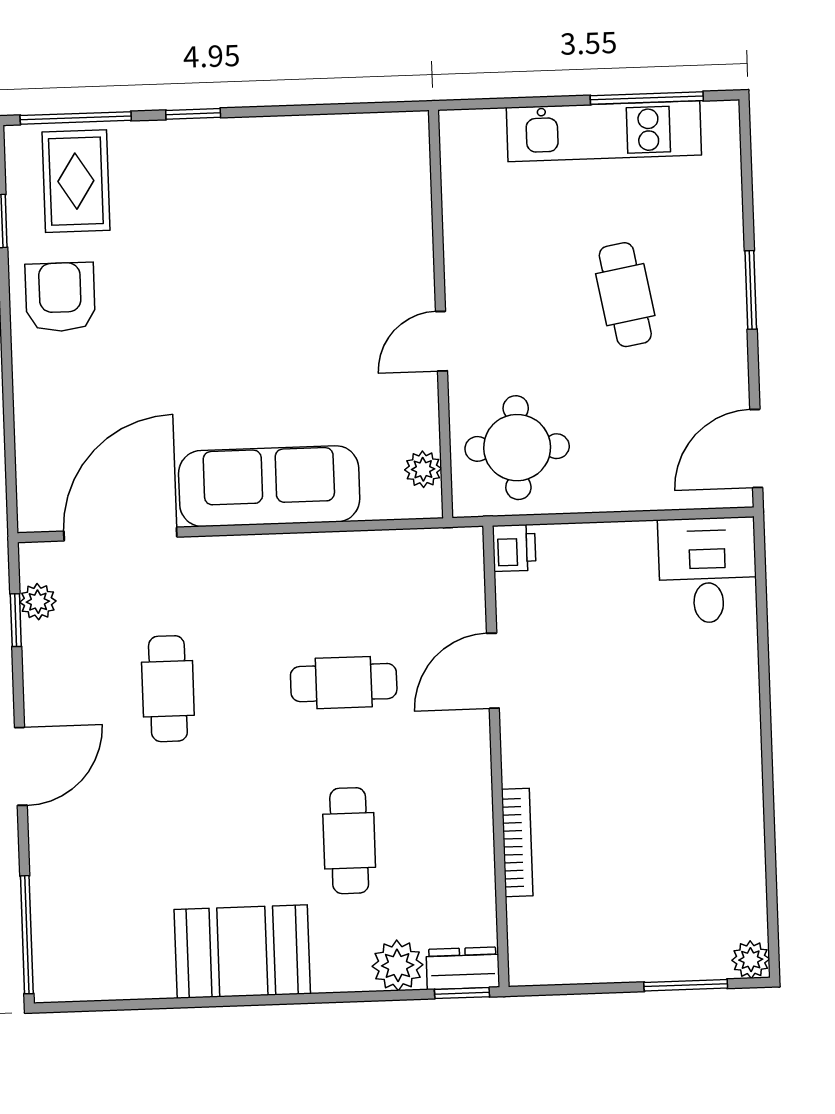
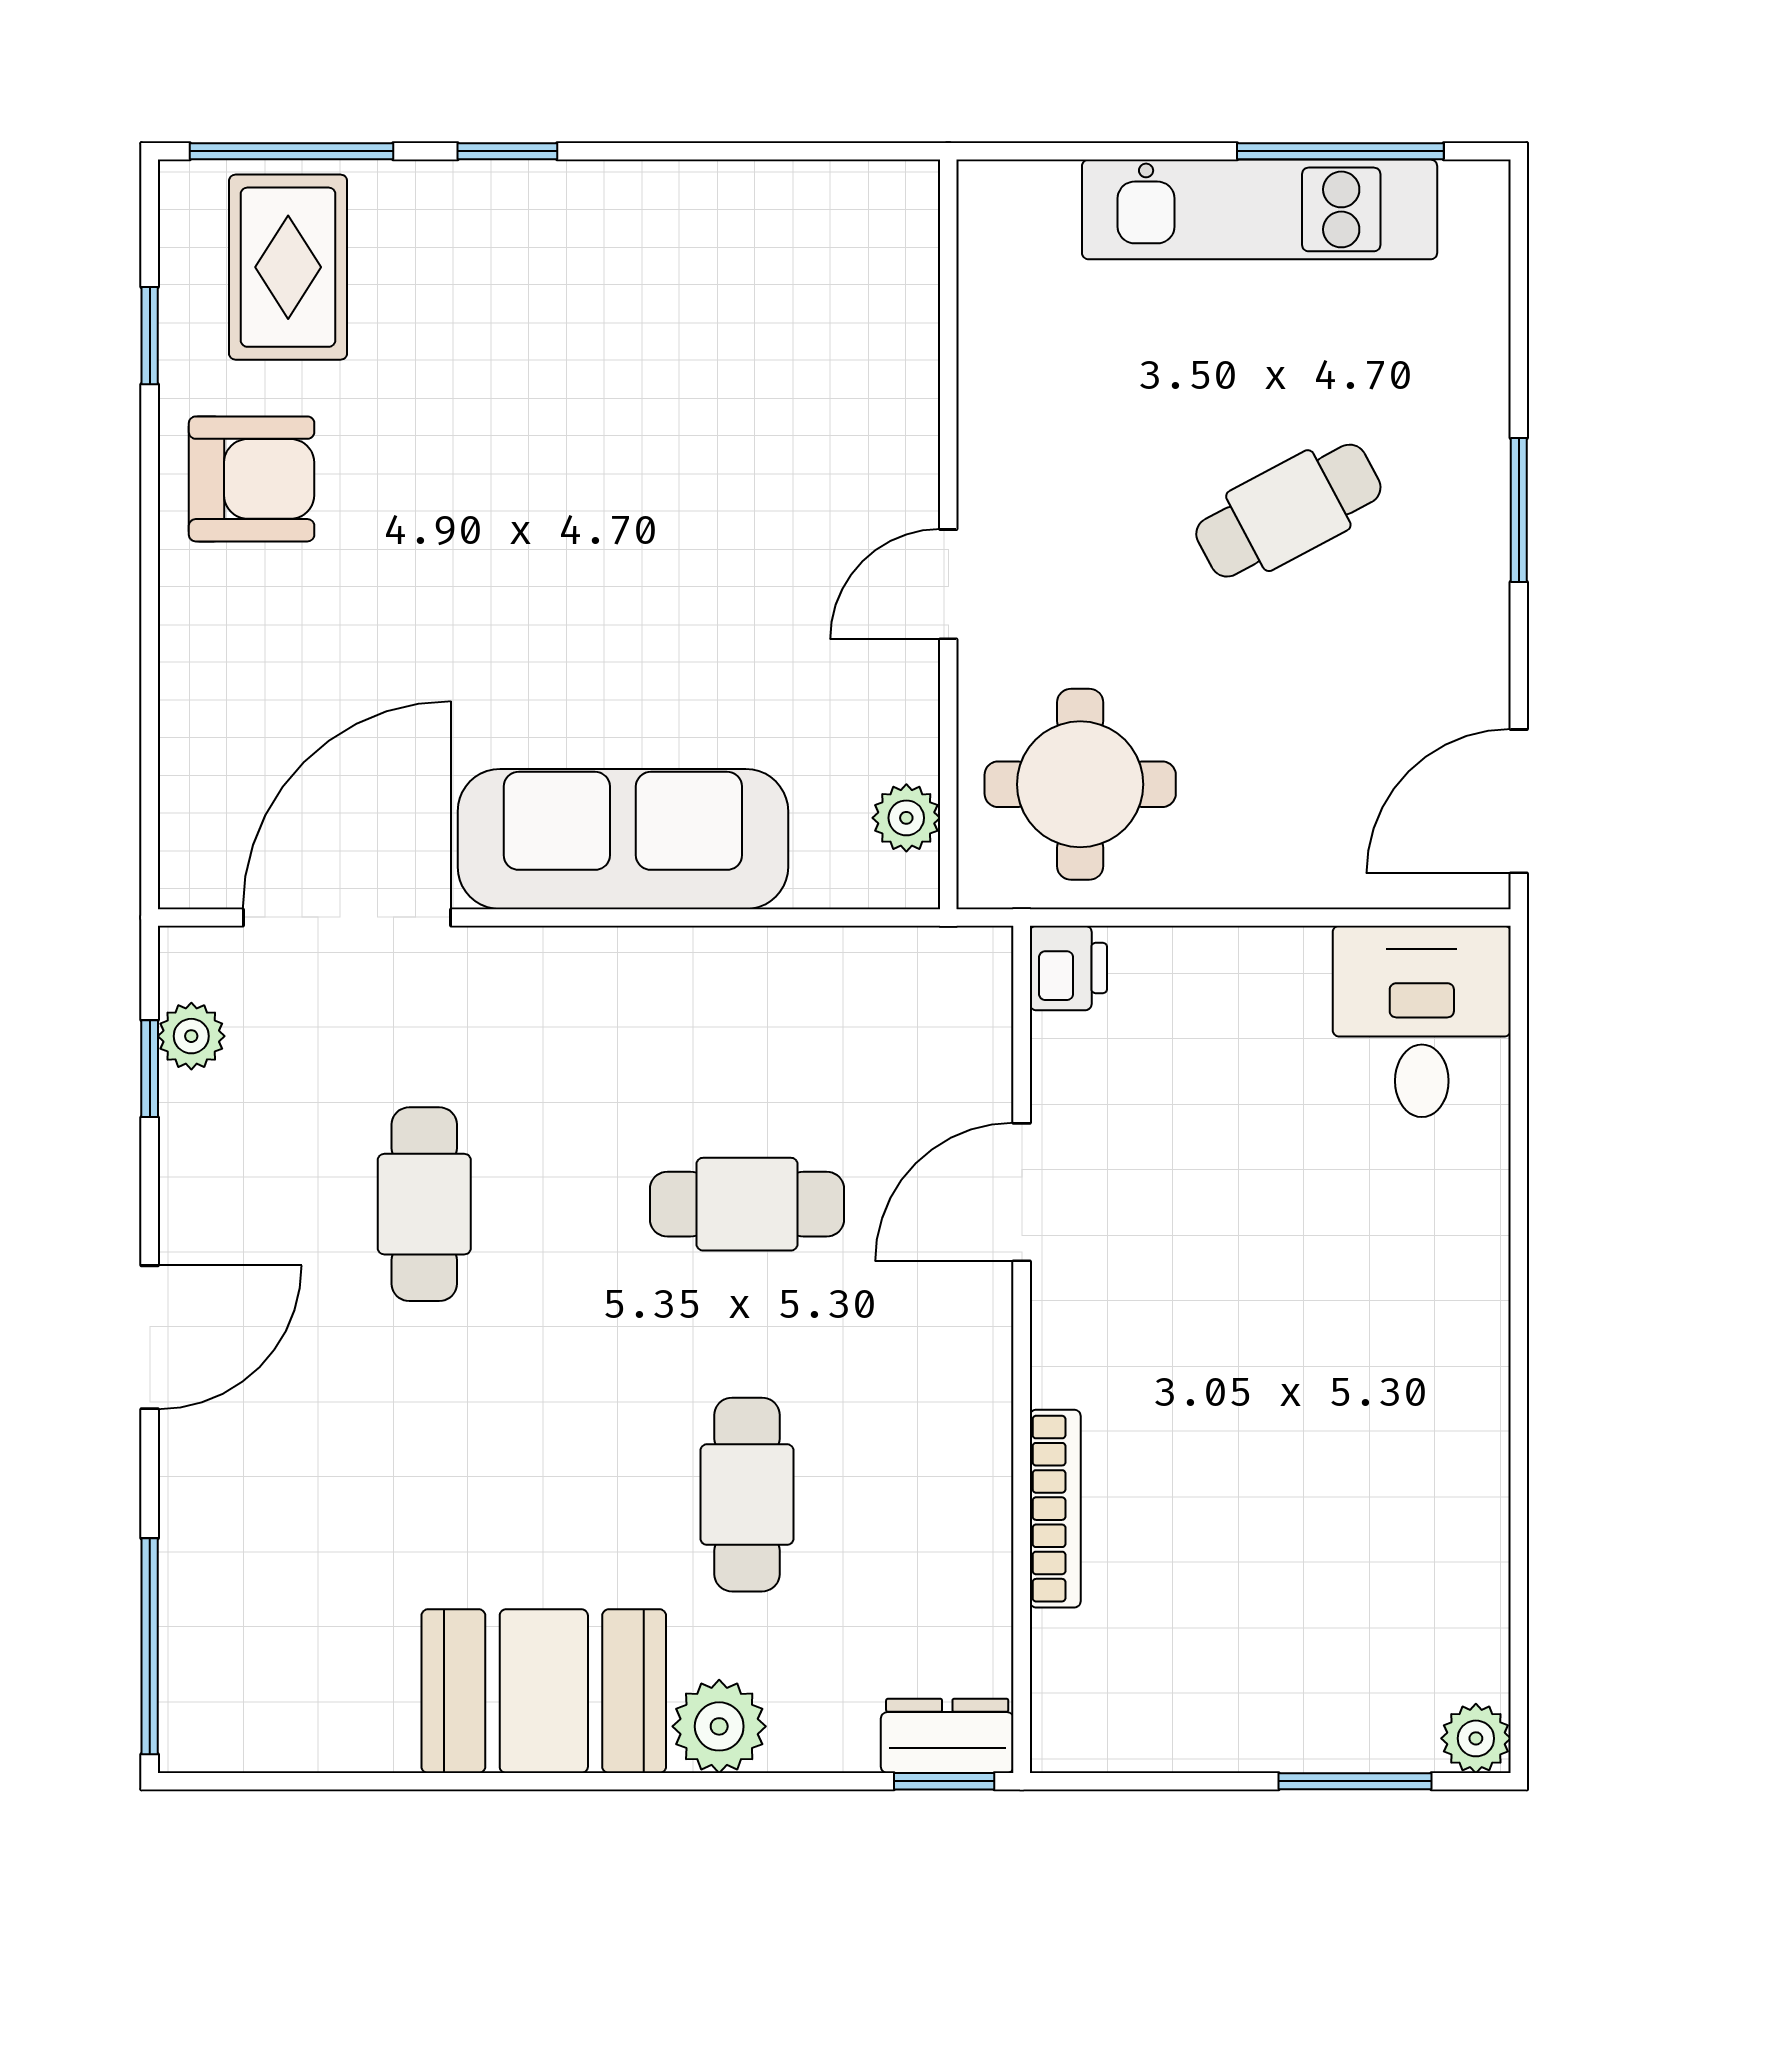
cafe table: (625, 295) -> (1288, 511), turned 72
armchair: (60, 297) -> (252, 479), turned 90
plant: (398, 965) -> (719, 1726), moved

